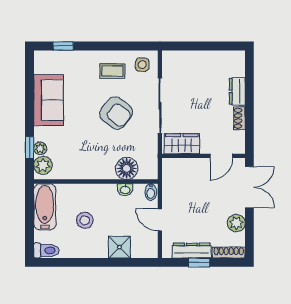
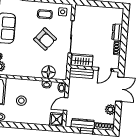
bench: (182, 166) -> (81, 73), added
door: (160, 220) -> (66, 104), hinge flipped
shower: (120, 247) -> (57, 119), moved

